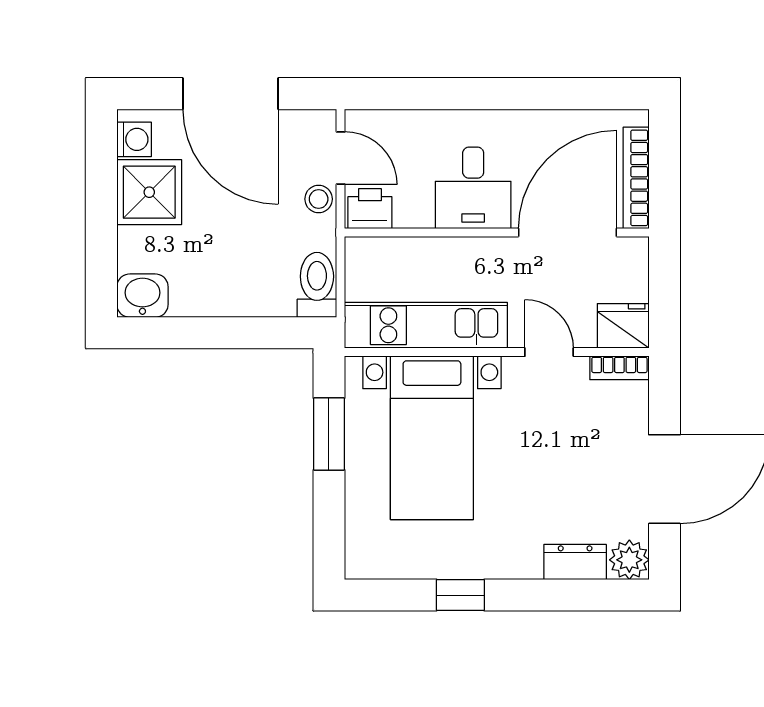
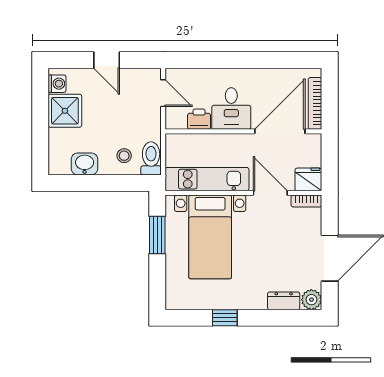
door: (231, 94) -> (107, 60), width x0.53
stool: (319, 199) -> (124, 156), moved
printer: (370, 209) -> (199, 119), moved
washbasin: (142, 296) -> (85, 164), moved
door: (549, 352) -> (270, 193), width x1.38

